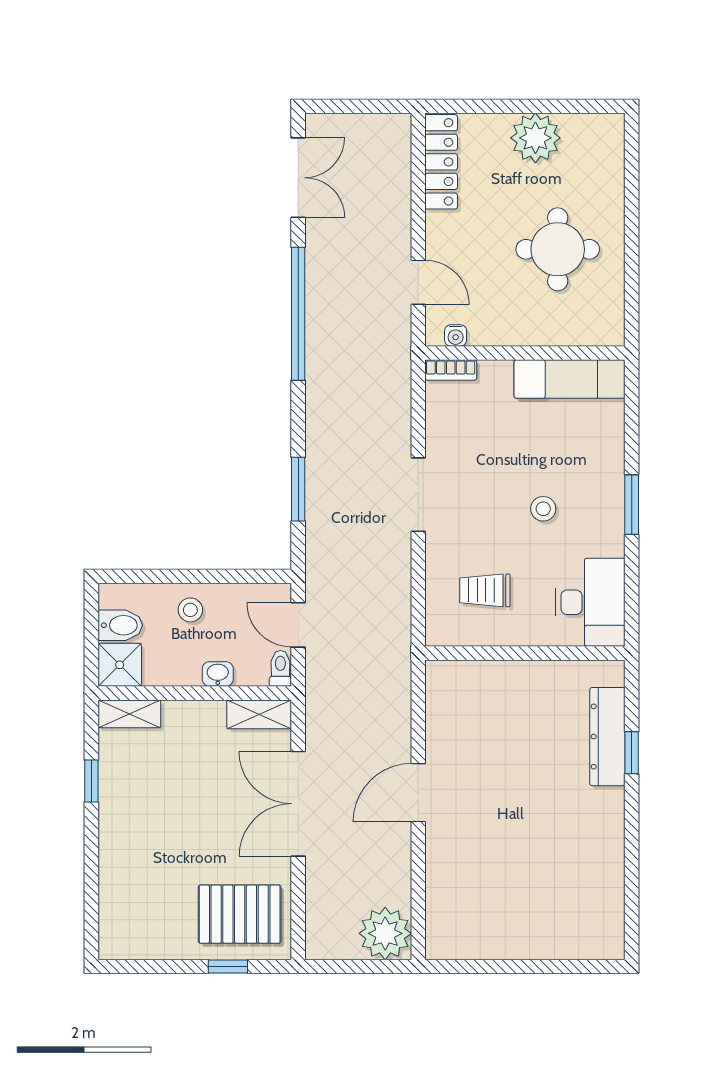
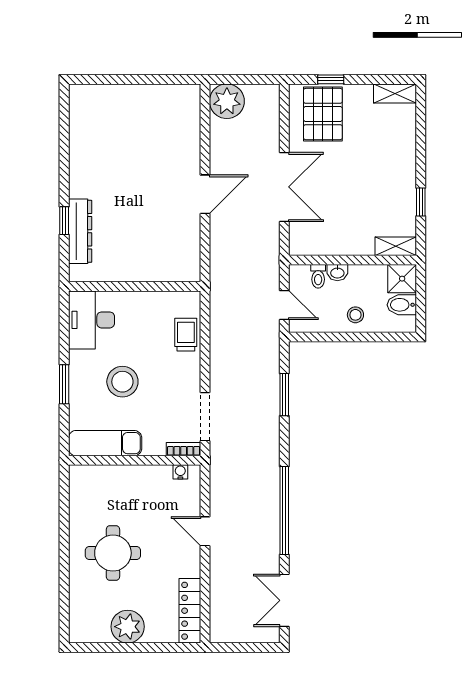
water cooler: (456, 335) -> (180, 472), moved
wall: (525, 353) -> (135, 460), moved
bookcase: (451, 370) -> (184, 449), moved
exam couch: (570, 379) -> (105, 443), moved
doorway: (418, 495) -> (205, 417), moved
stool: (543, 509) -> (122, 382), width x1.89, depth x1.89
trolley: (485, 590) -> (186, 335), moved, turned -90
toilet: (280, 668) -> (318, 276), moved
shelving: (259, 714) -> (395, 93), moved
pallet: (240, 914) -> (323, 114), turned 90

